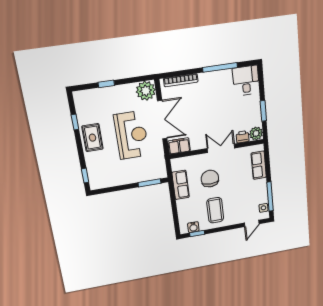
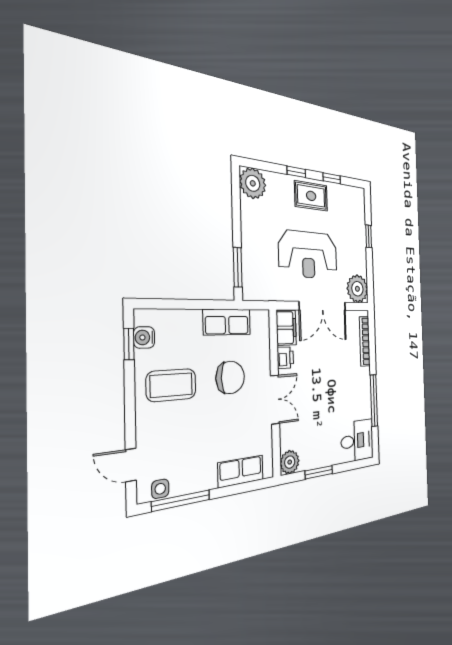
printer: (243, 137) -> (285, 358), moved
window: (85, 176) -> (296, 172), moved
plant: (98, 180) -> (253, 183), added

